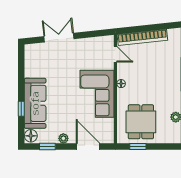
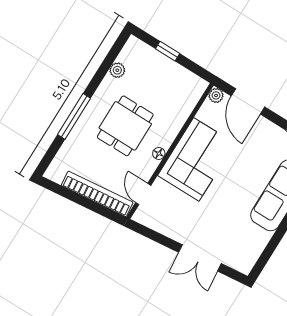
dining table: (141, 122) -> (125, 126), moved
plant: (63, 138) -> (216, 95), moved
window: (138, 147) -> (168, 51), moved

